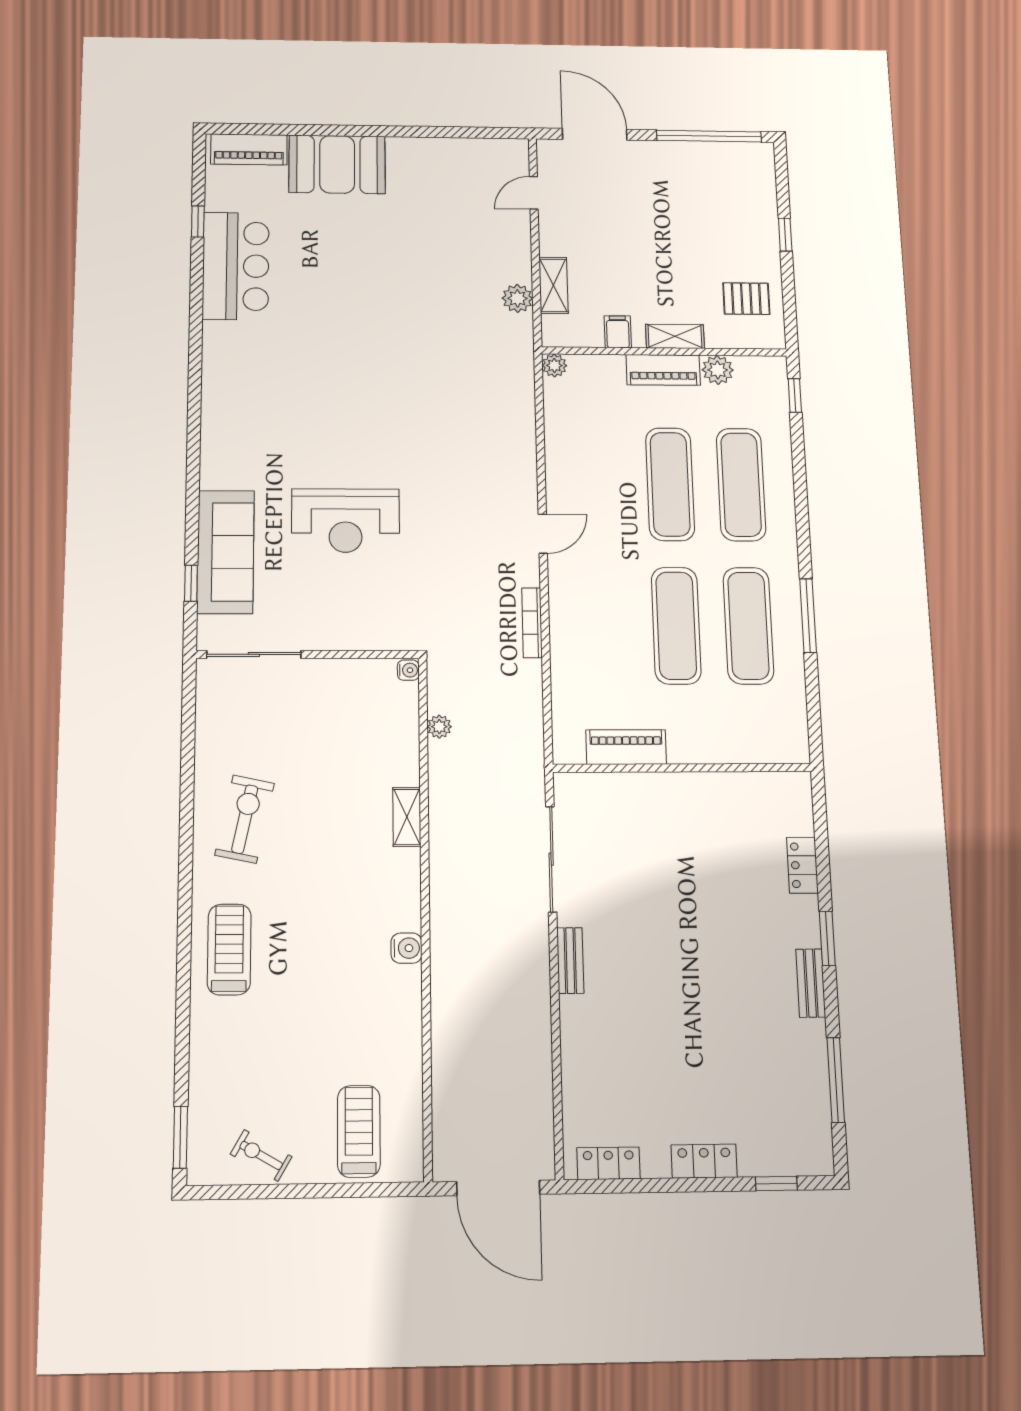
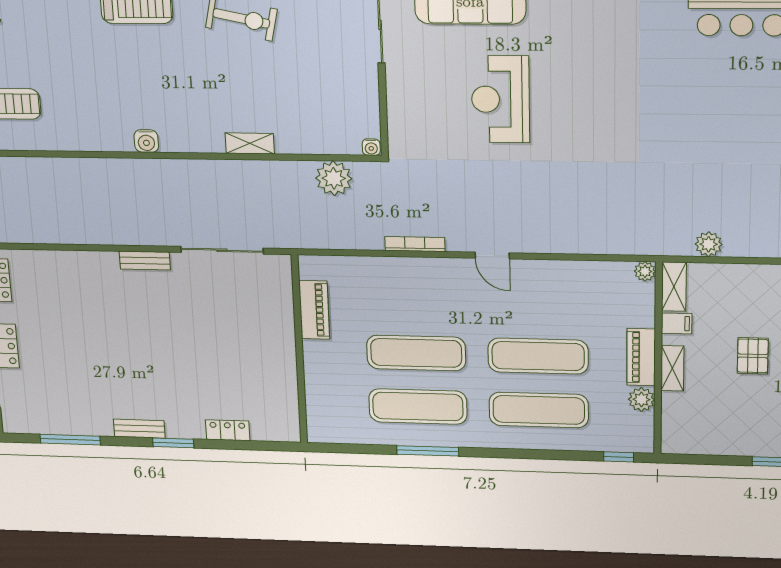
shelving: (553, 285) -> (674, 287), moved, turned 90
pallet: (746, 299) -> (753, 356), moved
plant: (439, 727) -> (334, 178), width x1.88, depth x1.88

